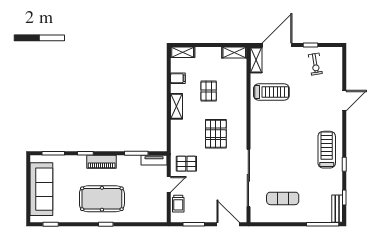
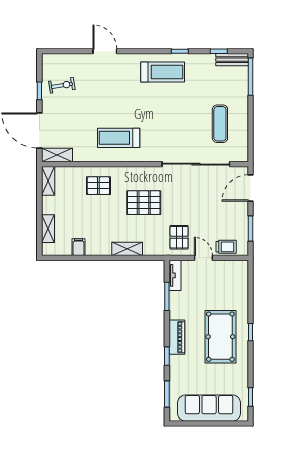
shelving: (183, 52) -> (48, 229), moved
pallet: (209, 91) -> (98, 186), moved
treadmill: (271, 92) -> (119, 138), moved, turned -90
shelving: (176, 106) -> (127, 249), moved
treadmill: (327, 150) -> (163, 72), turned 180

